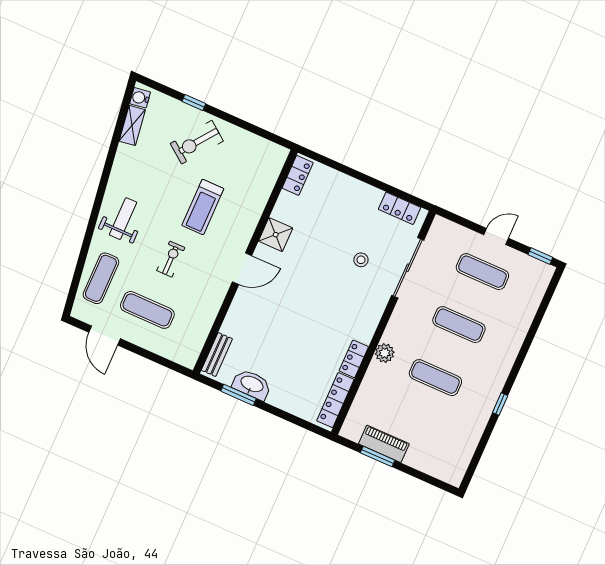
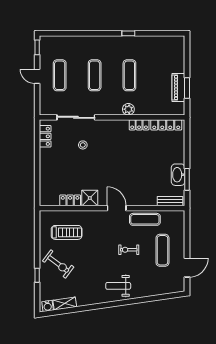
locker: (298, 175) -> (70, 200), moved
treadmill: (203, 207) -> (67, 232), moved
exercise mat: (101, 278) -> (145, 219), moved

